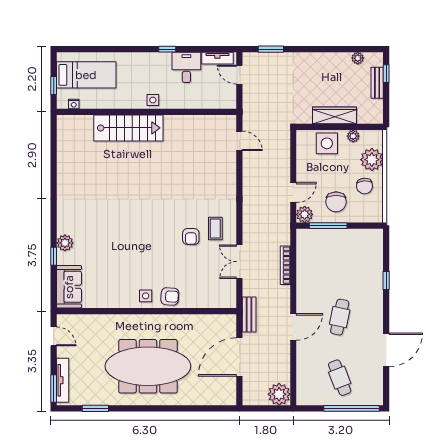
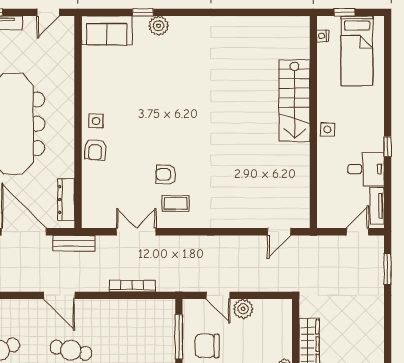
side table: (327, 143) -> (276, 335), removed
plant: (305, 214) -> (243, 309), moved
dresser: (212, 321) -> (66, 200), added

